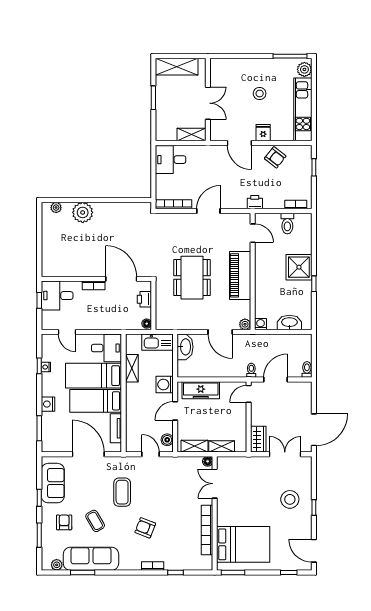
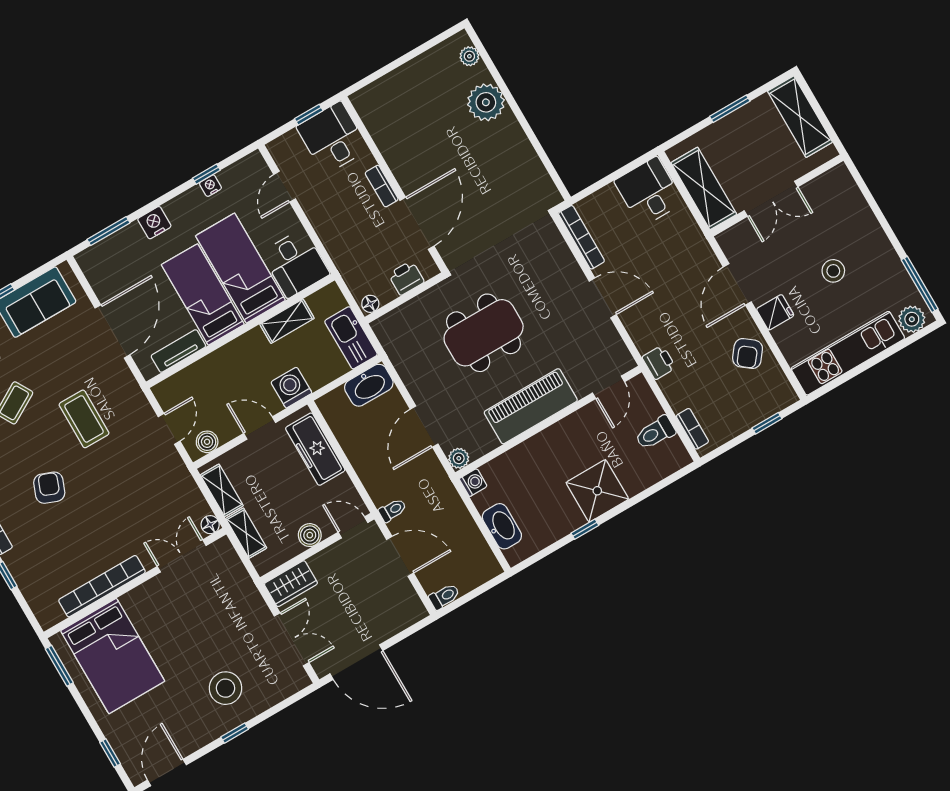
shelving: (191, 135) -> (704, 188), width x1.50, depth x1.33
boiler: (240, 417) -> (310, 535), added
coffee table: (122, 492) -> (84, 419), turned 90

